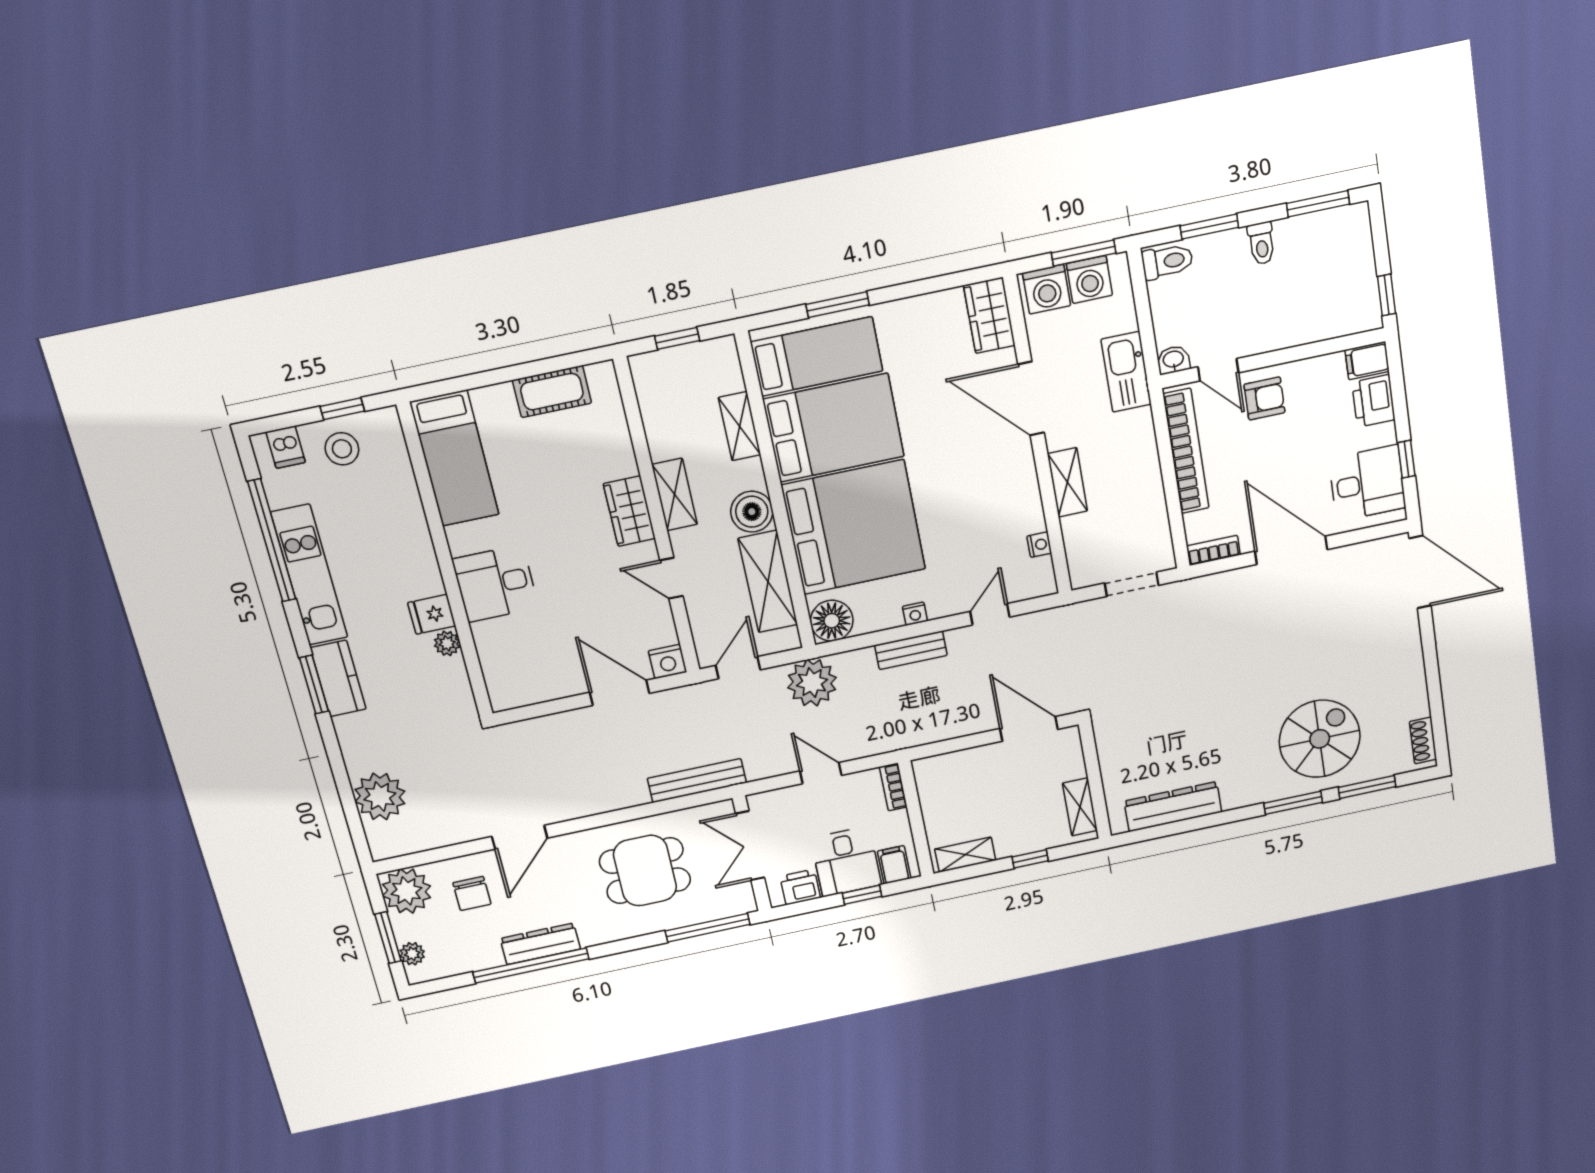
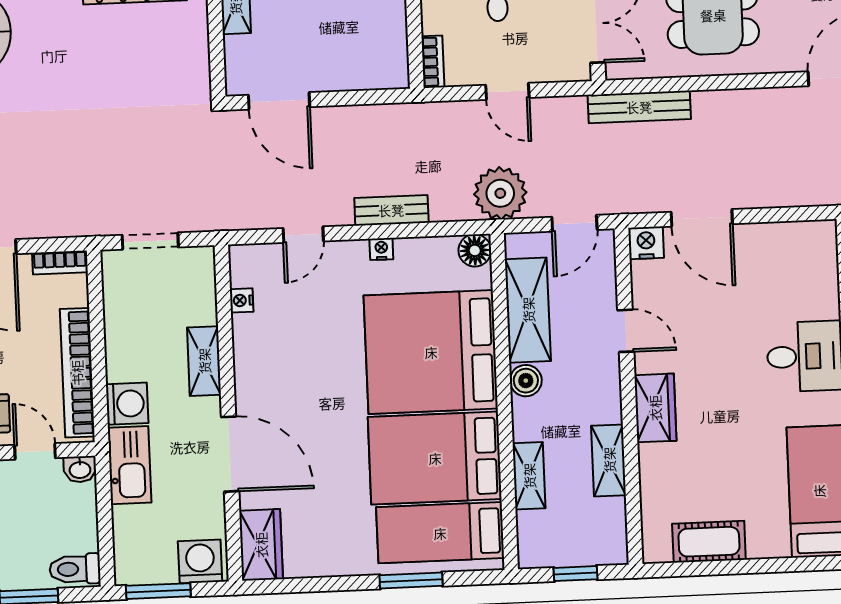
washing machine: (1089, 279) -> (127, 404), moved, turned 90
shelving: (675, 494) -> (609, 460), moved
boiler: (752, 512) -> (526, 381), width x0.73, depth x0.73
floor lamp: (832, 621) -> (475, 250), width x0.73, depth x0.73

